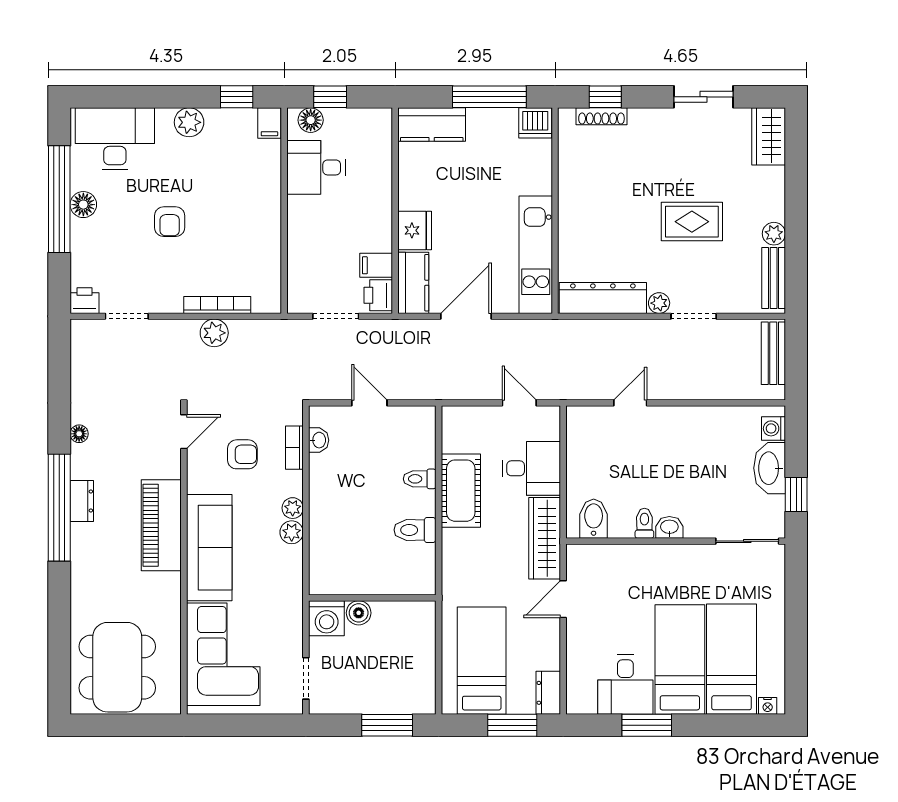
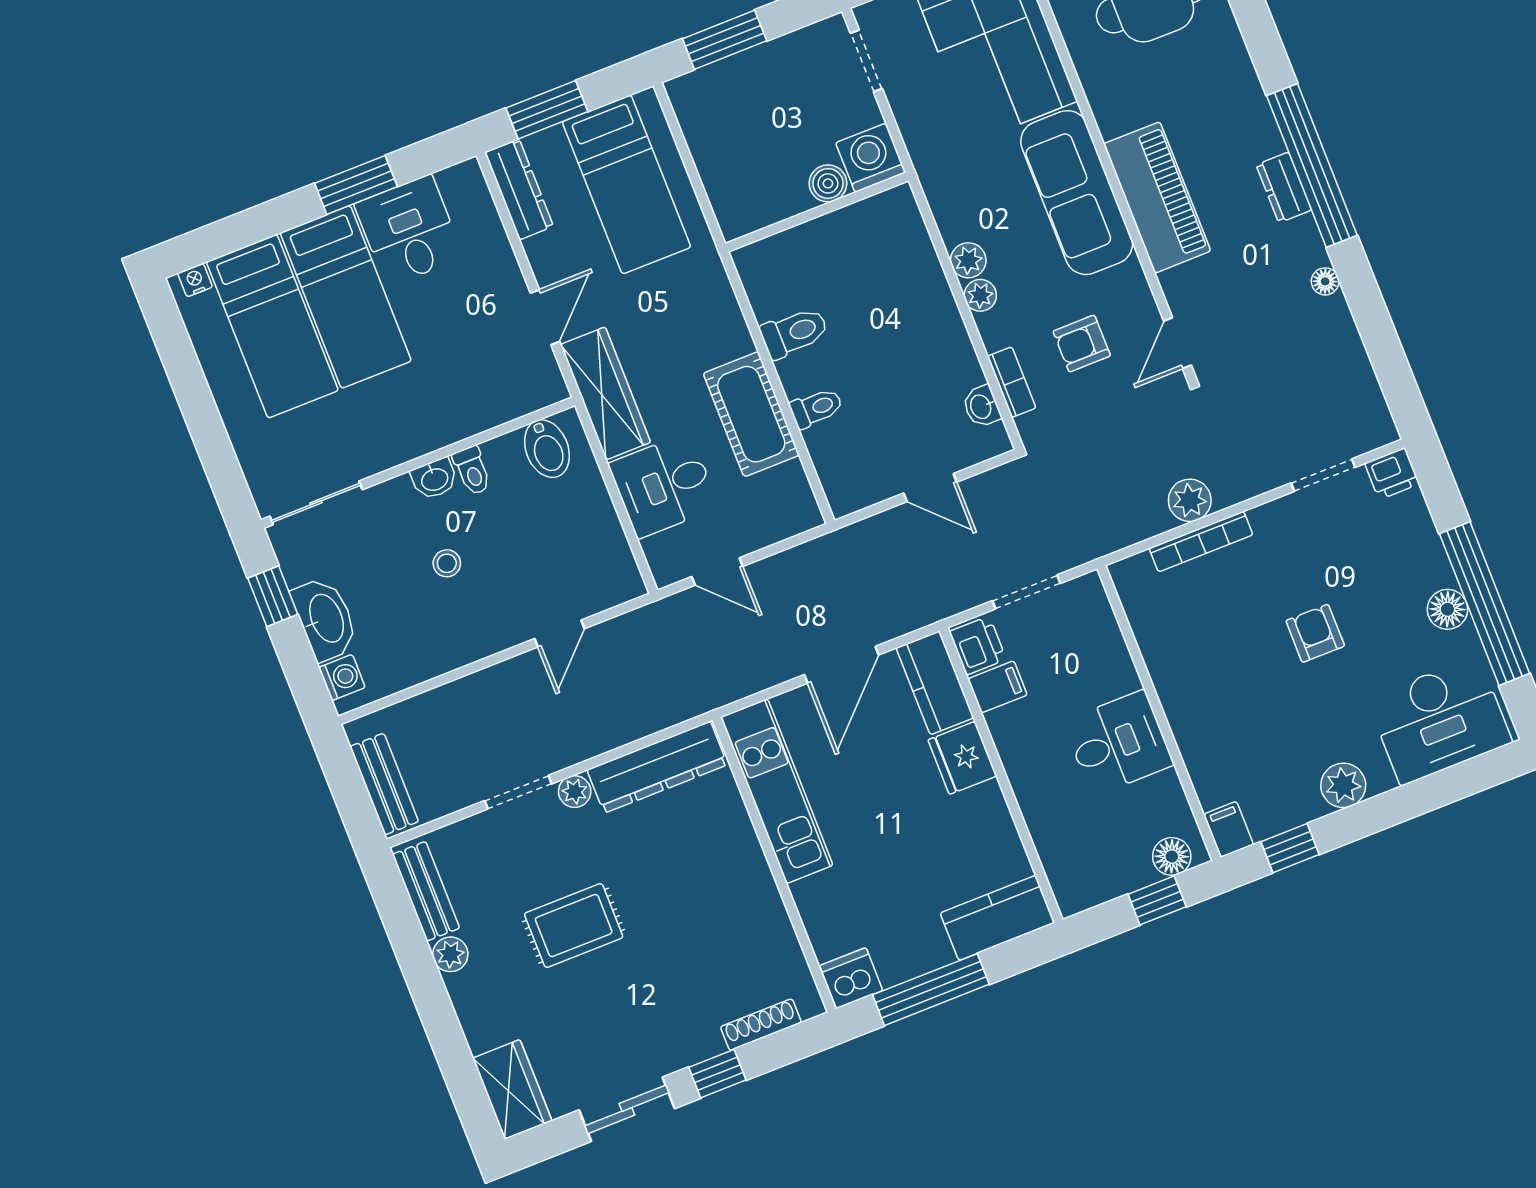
window: (605, 97) -> (717, 1074), moved
desk: (316, 167) -> (1118, 743), moved
stool: (682, 473) -> (447, 563), added
dresser: (548, 693) -> (519, 189), width x1.44

